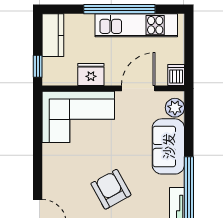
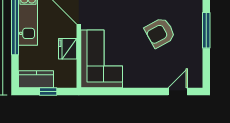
window: (38, 66) -> (48, 92), moved

